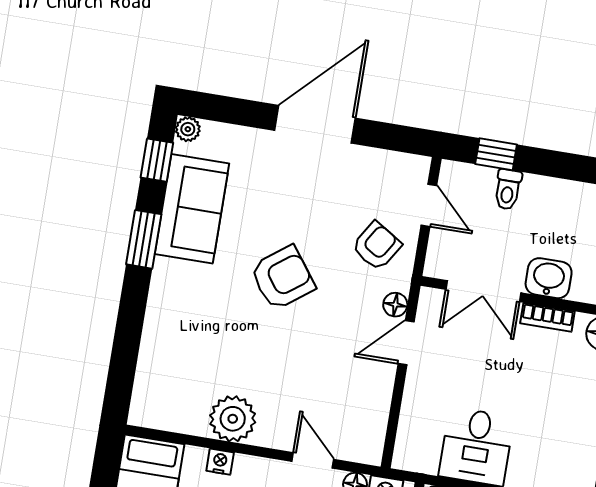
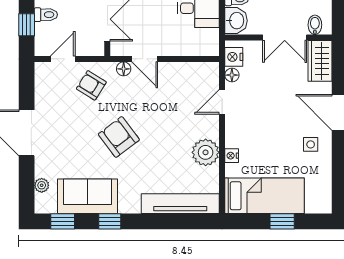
plant: (188, 129) -> (42, 185), moved
window: (144, 239) -> (110, 221), width x0.67
tv unit: (154, 362) -> (180, 204), added

